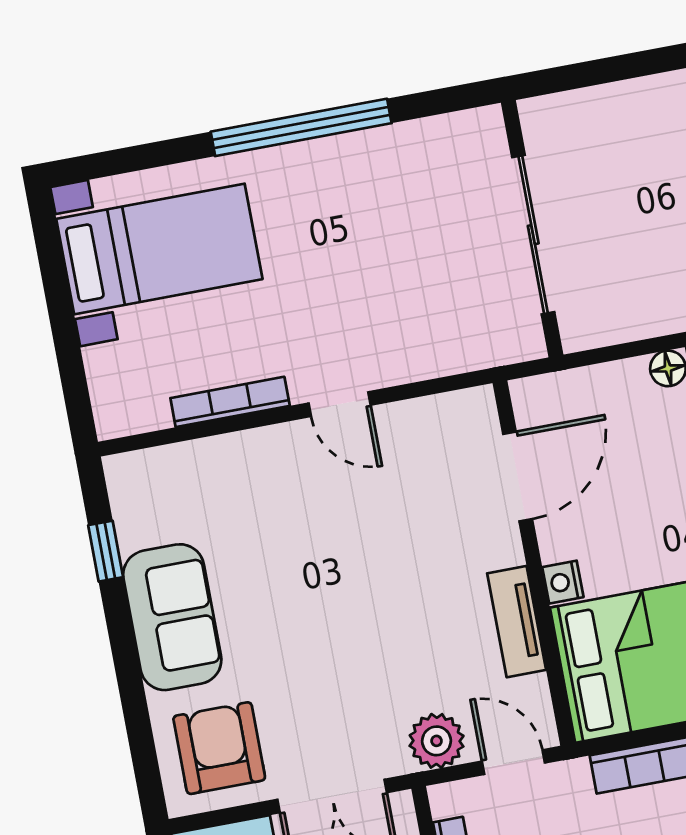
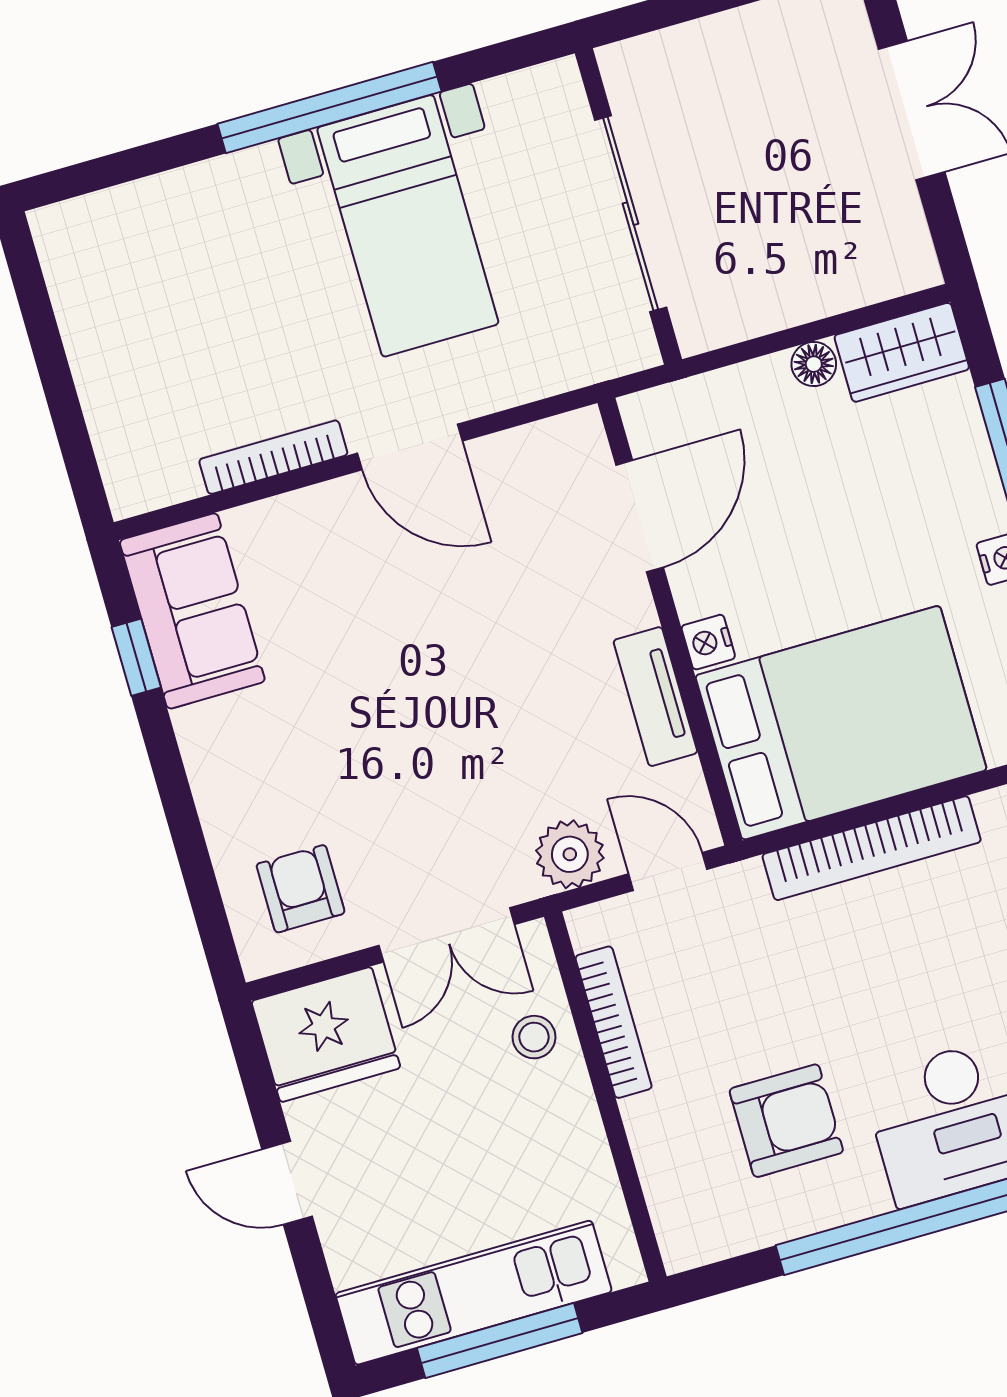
bed with nightstands: (159, 249) -> (408, 226), moved, turned 90
door: (340, 404) -> (410, 447), width x1.38
sofa: (172, 617) -> (192, 611), moved
armchair: (219, 748) -> (301, 889), width x0.72, depth x0.72

